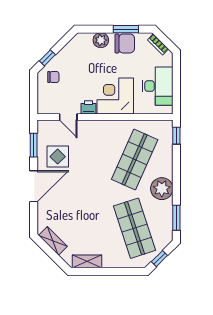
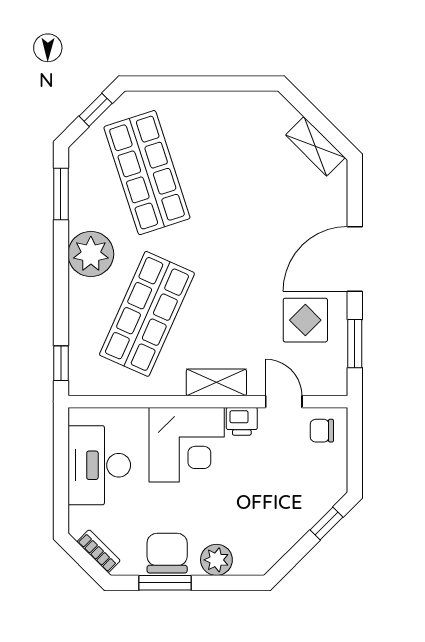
chair: (125, 43) -> (167, 553), turned 90
chair: (53, 77) -> (322, 431), moved
shelving: (87, 261) -> (216, 382), moved

